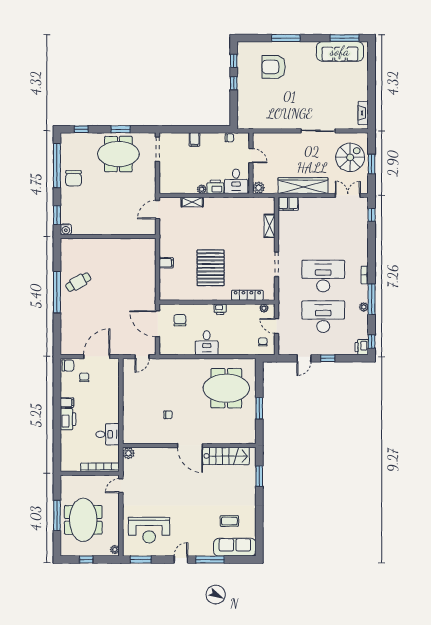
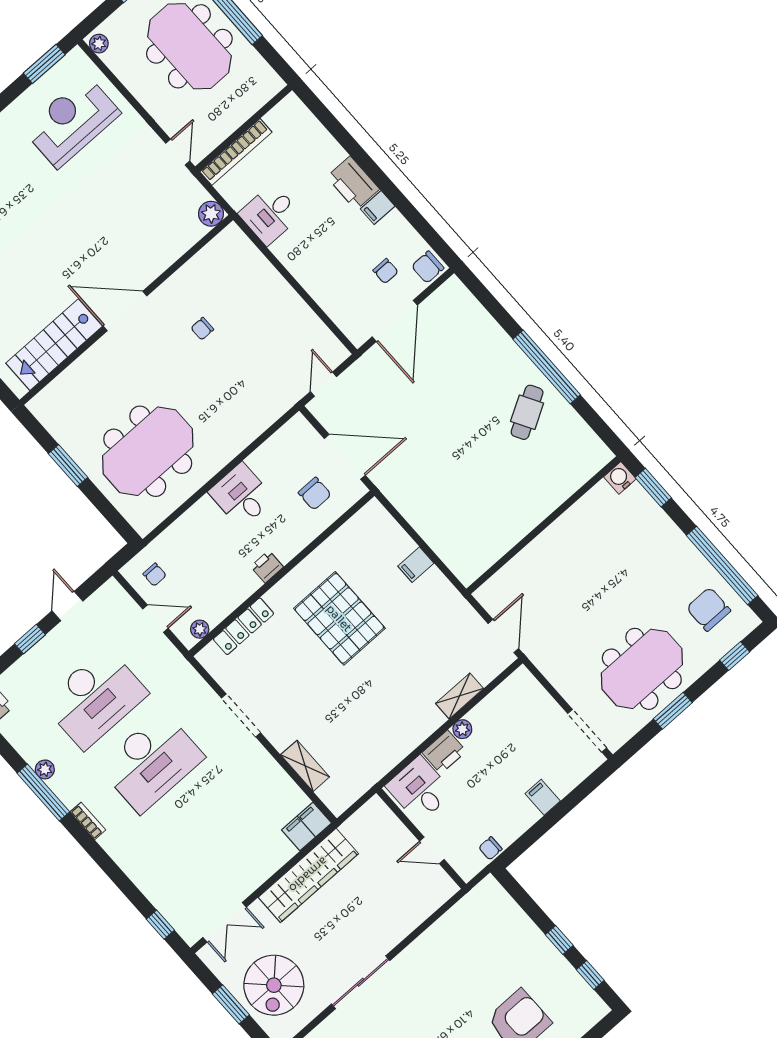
chair: (74, 178) -> (709, 609), moved
plant: (259, 188) -> (375, 810), removed

